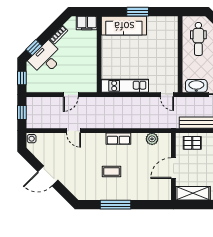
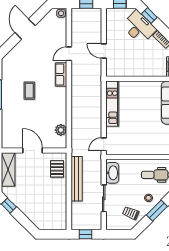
row of seats: (118, 139) -> (61, 75), moved

